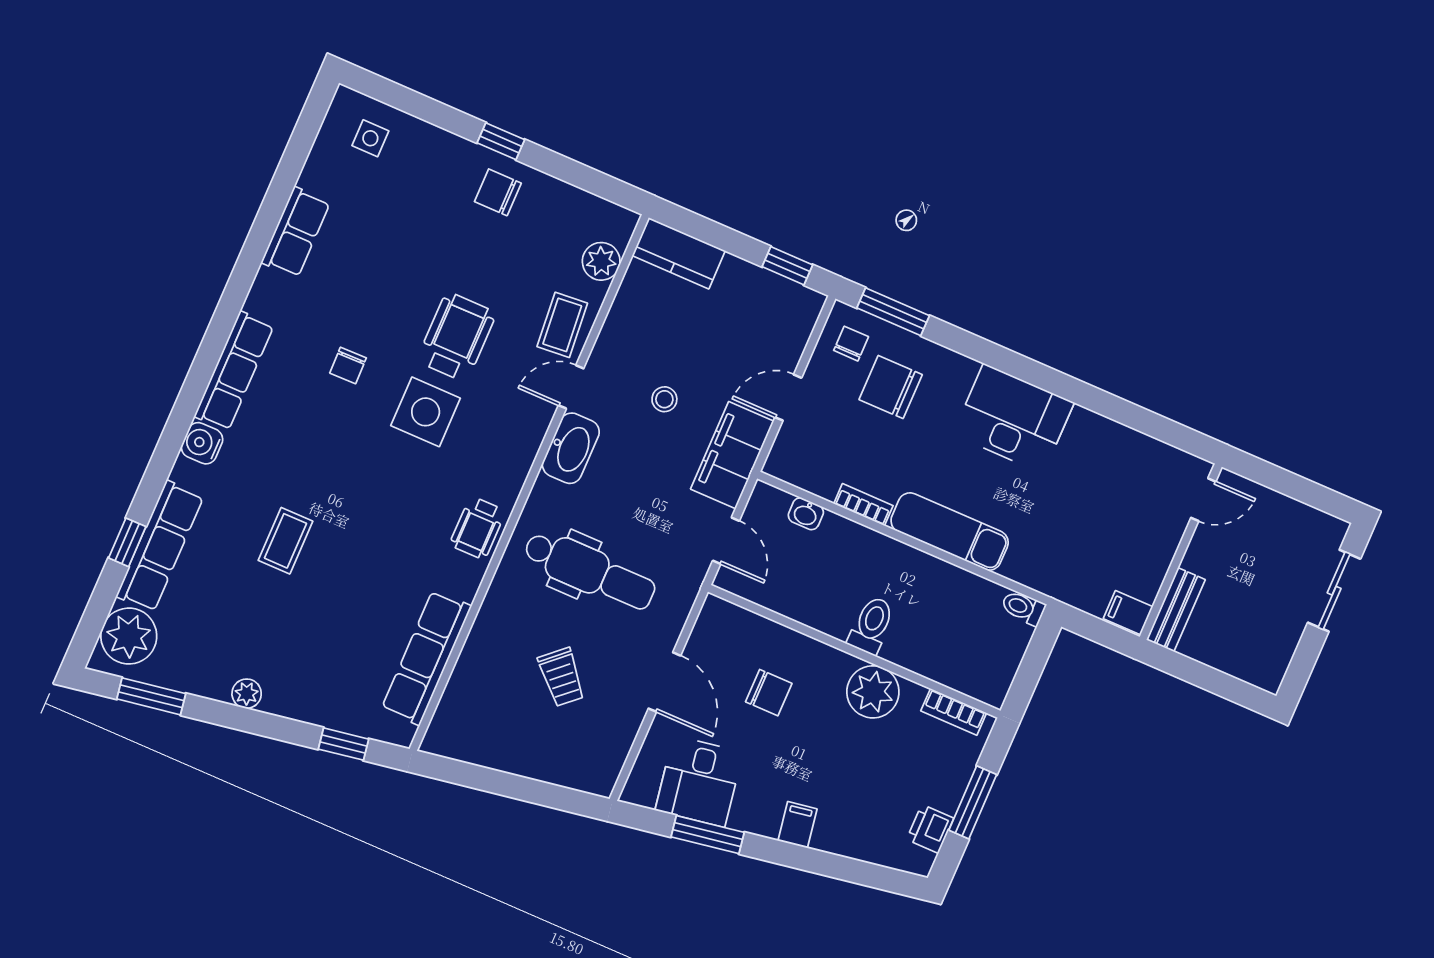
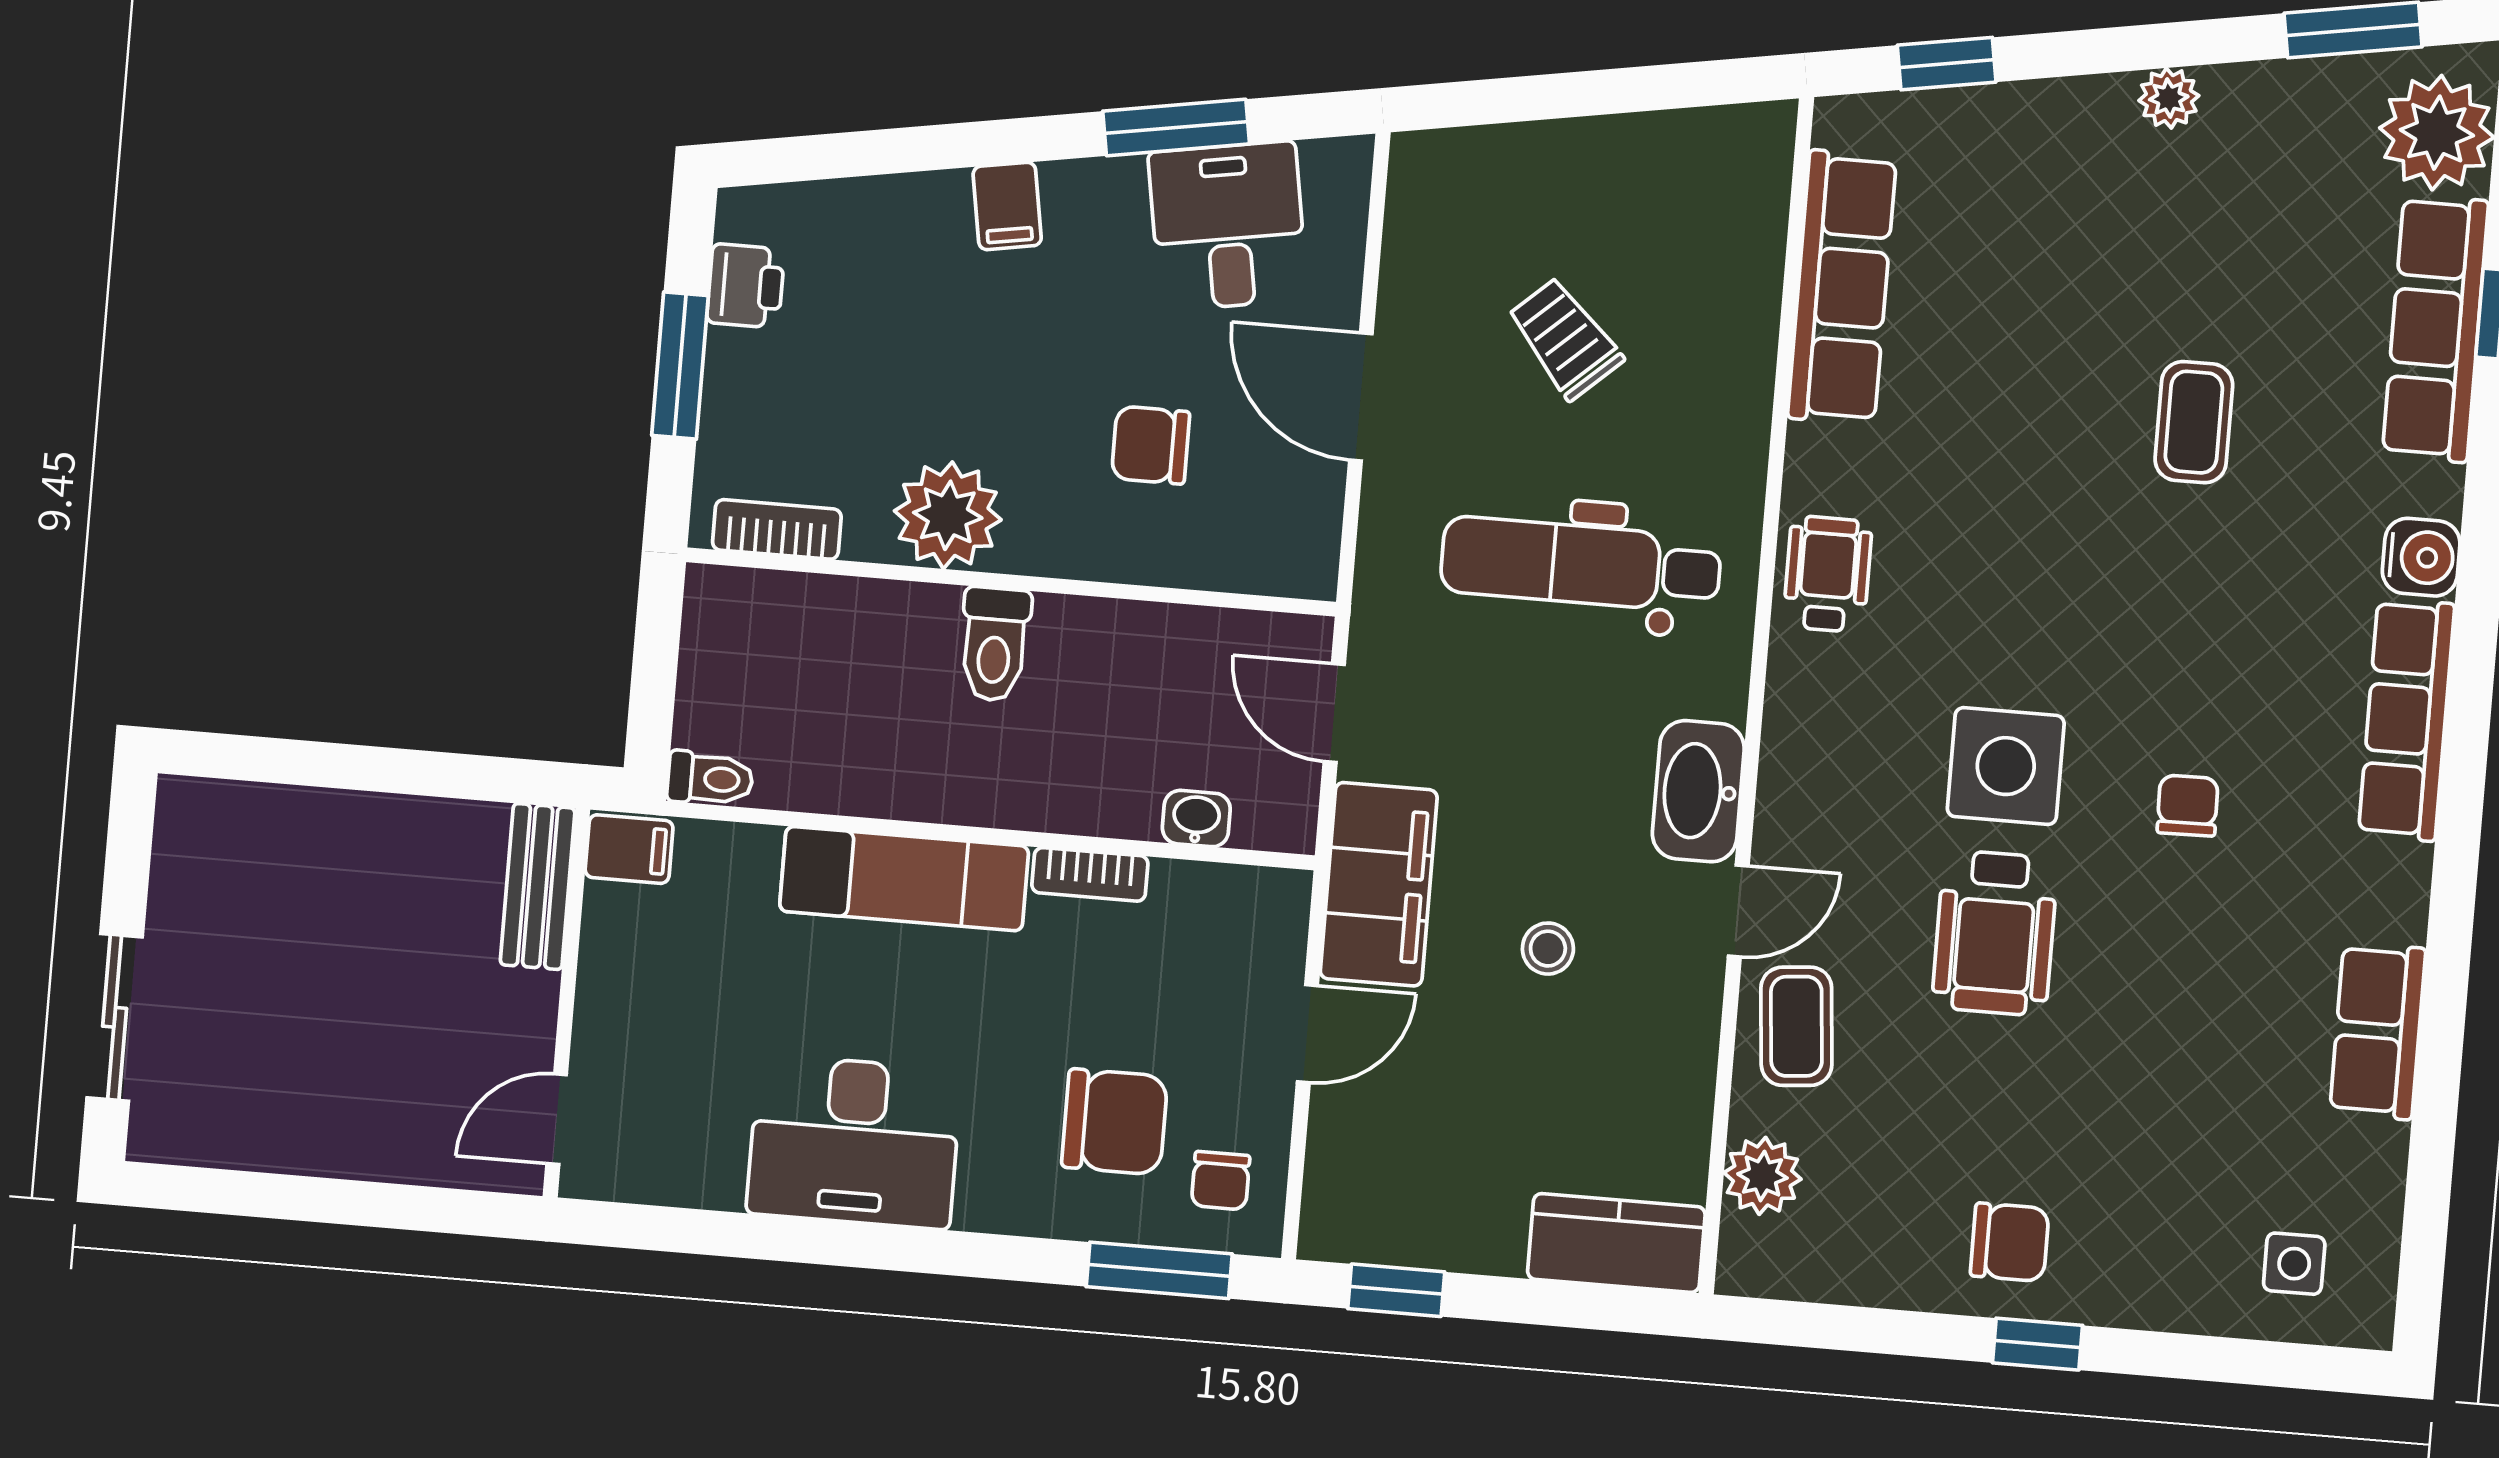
door: (1203, 500) -> (557, 1119), moved
wall: (1181, 552) -> (566, 1003), moved
bench: (1176, 610) -> (538, 886), moved
filing cabinet: (1128, 613) -> (629, 849), moved

